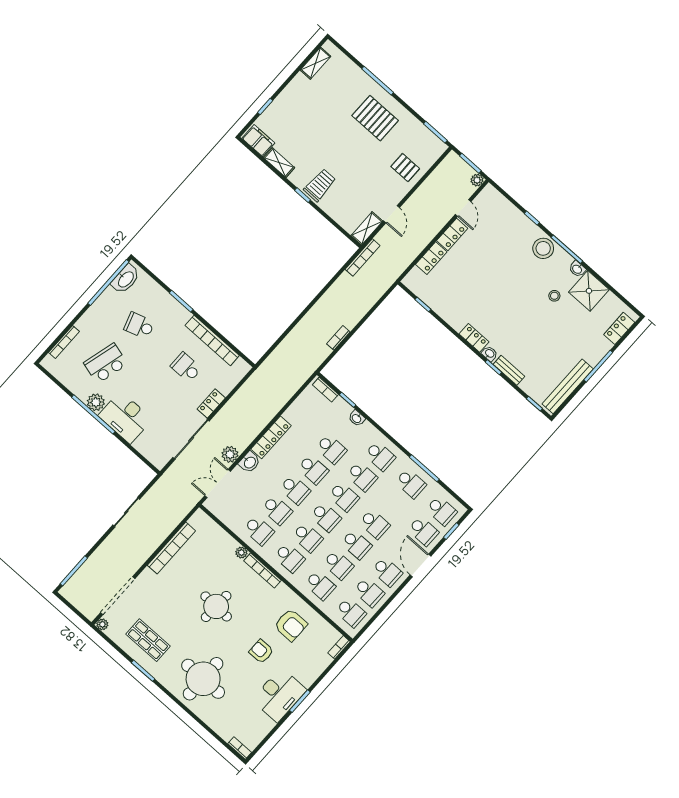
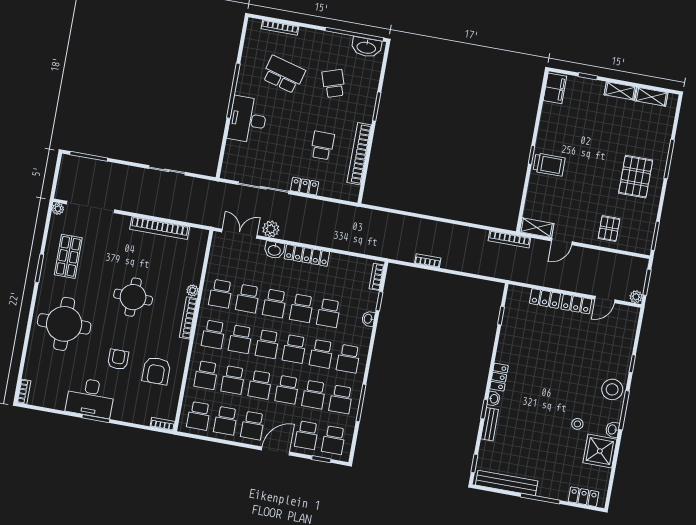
shelving: (279, 163) -> (620, 91), moved, turned 90
plant: (96, 402) -> (245, 87), removed
school desk: (393, 504) -> (314, 395), added

